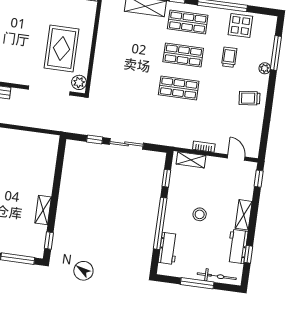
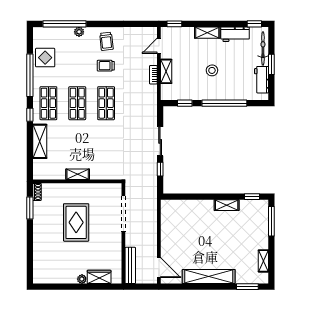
shelving: (102, 44) -> (78, 174), added
rug: (62, 48) -> (76, 222), moved, turned 90
window: (276, 53) -> (65, 24), width x1.46
trolley: (229, 57) -> (106, 66), moved
plant: (79, 82) -> (113, 189), removed
shelving: (191, 160) -> (166, 71), moved
workbench: (168, 248) -> (261, 80), moved, turned -90
window: (248, 254) -> (254, 24), moved
window: (197, 283) -> (271, 64), width x0.69

